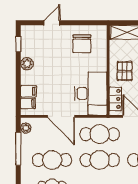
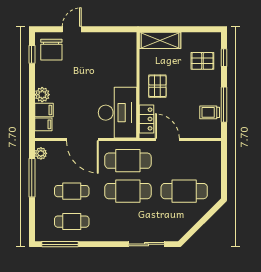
chair: (82, 44) -> (51, 50), moved
plant: (27, 64) -> (42, 95), moved
cafe table: (52, 160) -> (72, 191), width x0.73, depth x0.74

